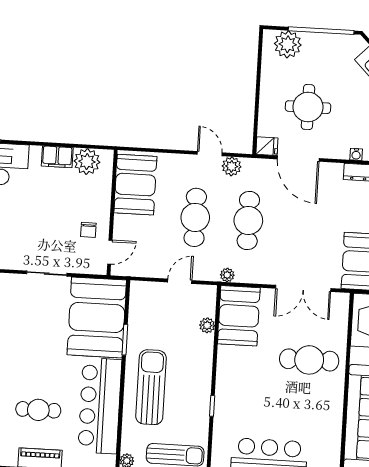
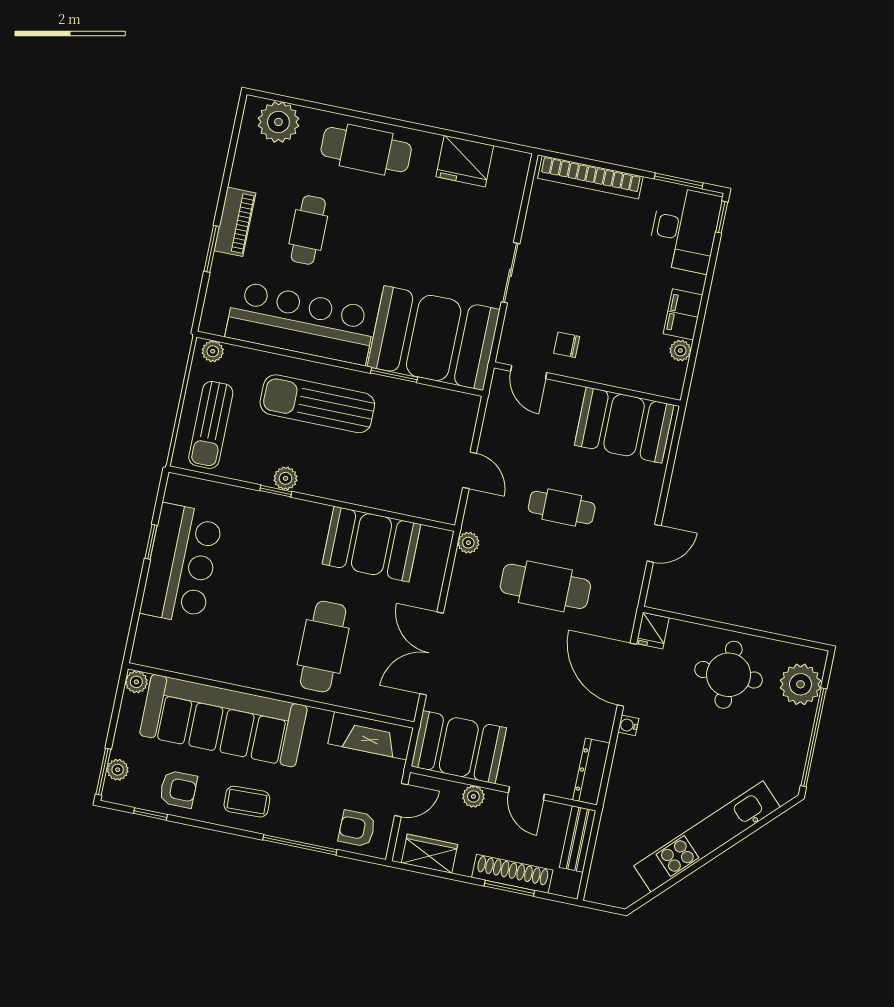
round table: (308, 107) -> (729, 675), moved
water cooler: (356, 154) -> (628, 725), moved
door: (298, 159) -> (627, 675), hinge flipped
plant: (87, 162) -> (680, 350), width x0.53, depth x0.53
plant: (232, 166) -> (630, 573), removed
cafe table: (195, 217) -> (562, 507), width x0.73, depth x0.74
booth: (239, 316) -> (371, 544), moved
plant: (207, 325) -> (286, 478), moved
sun lounger: (151, 387) -> (317, 404), turned 180

